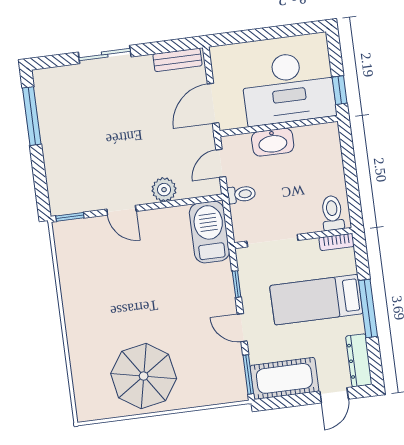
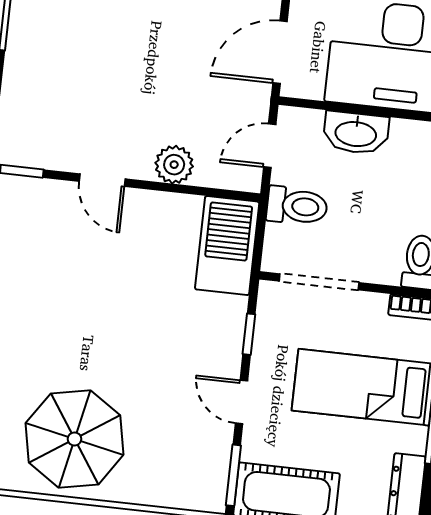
toilet: (241, 194) -> (297, 206), width x1.37, depth x1.39

